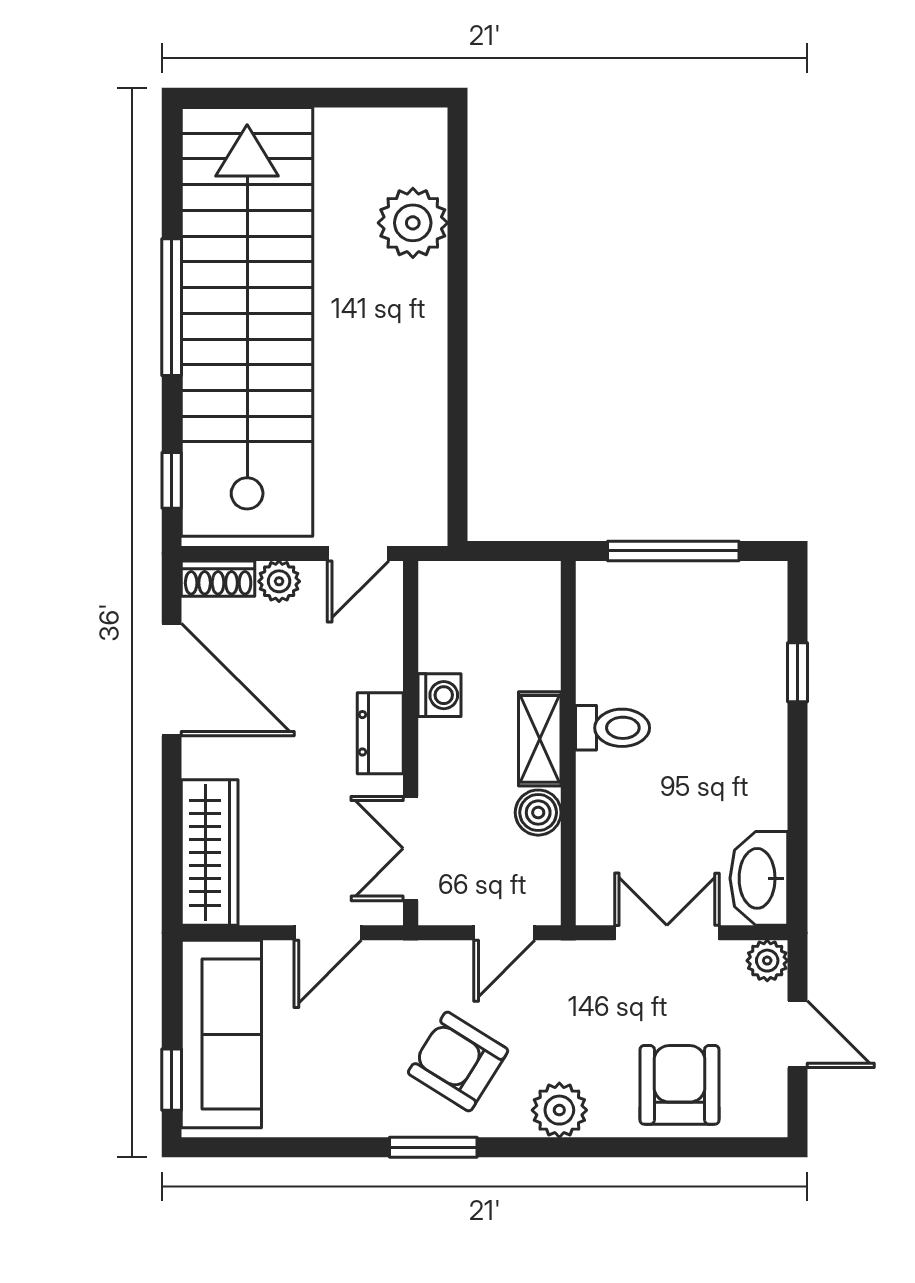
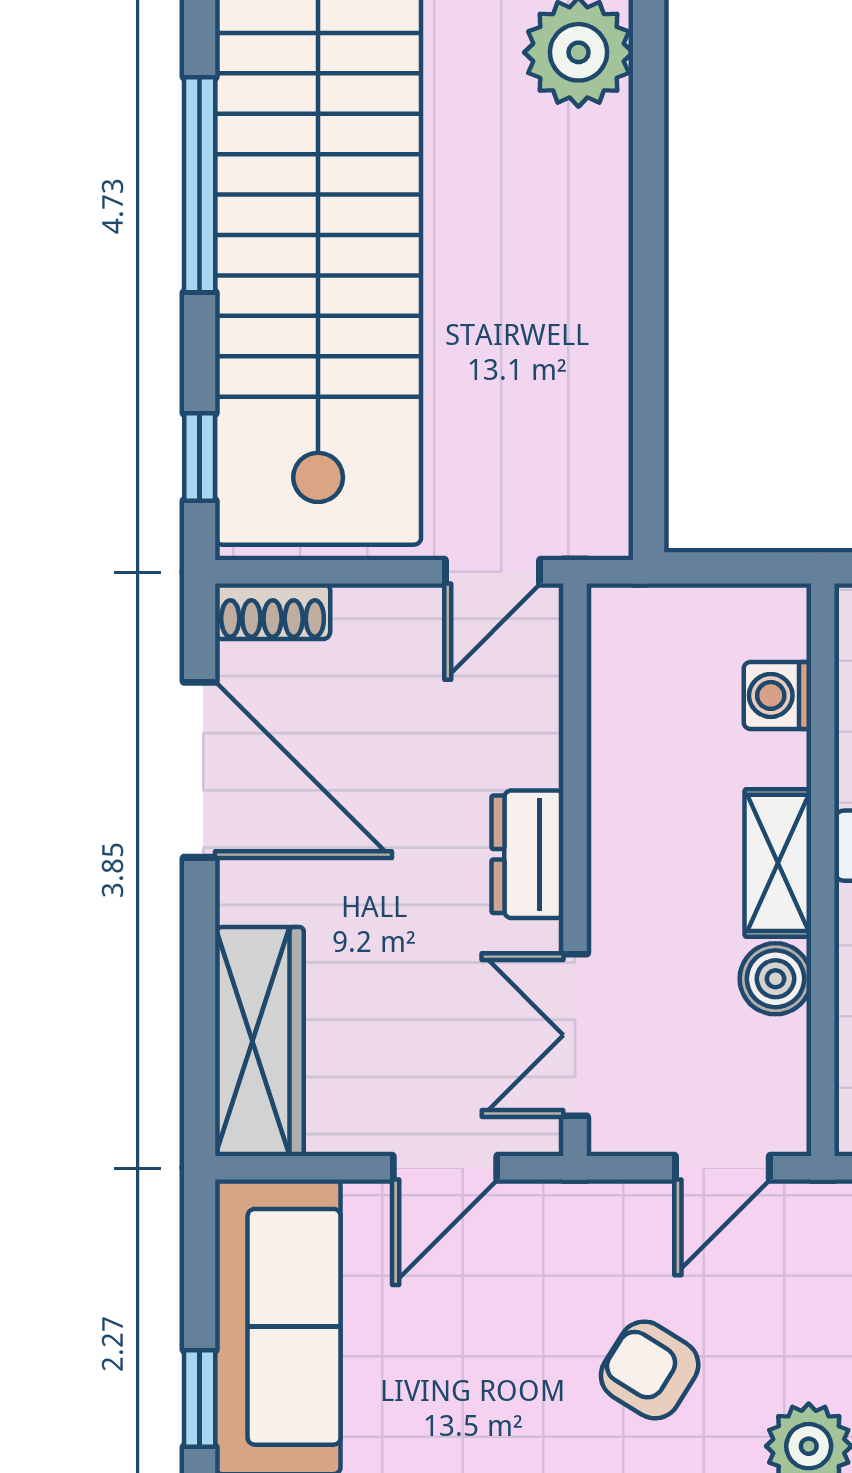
plant: (279, 581) -> (368, 615), removed
washing machine: (439, 695) -> (777, 695), moved, turned 180
armchair: (458, 1062) -> (650, 1370), width x0.72, depth x0.72

